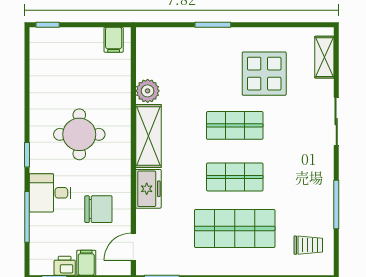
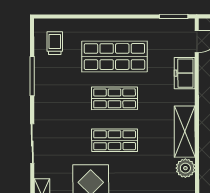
freezer: (148, 189) -> (185, 73), moved
trolley: (308, 245) -> (55, 43), turned 90

